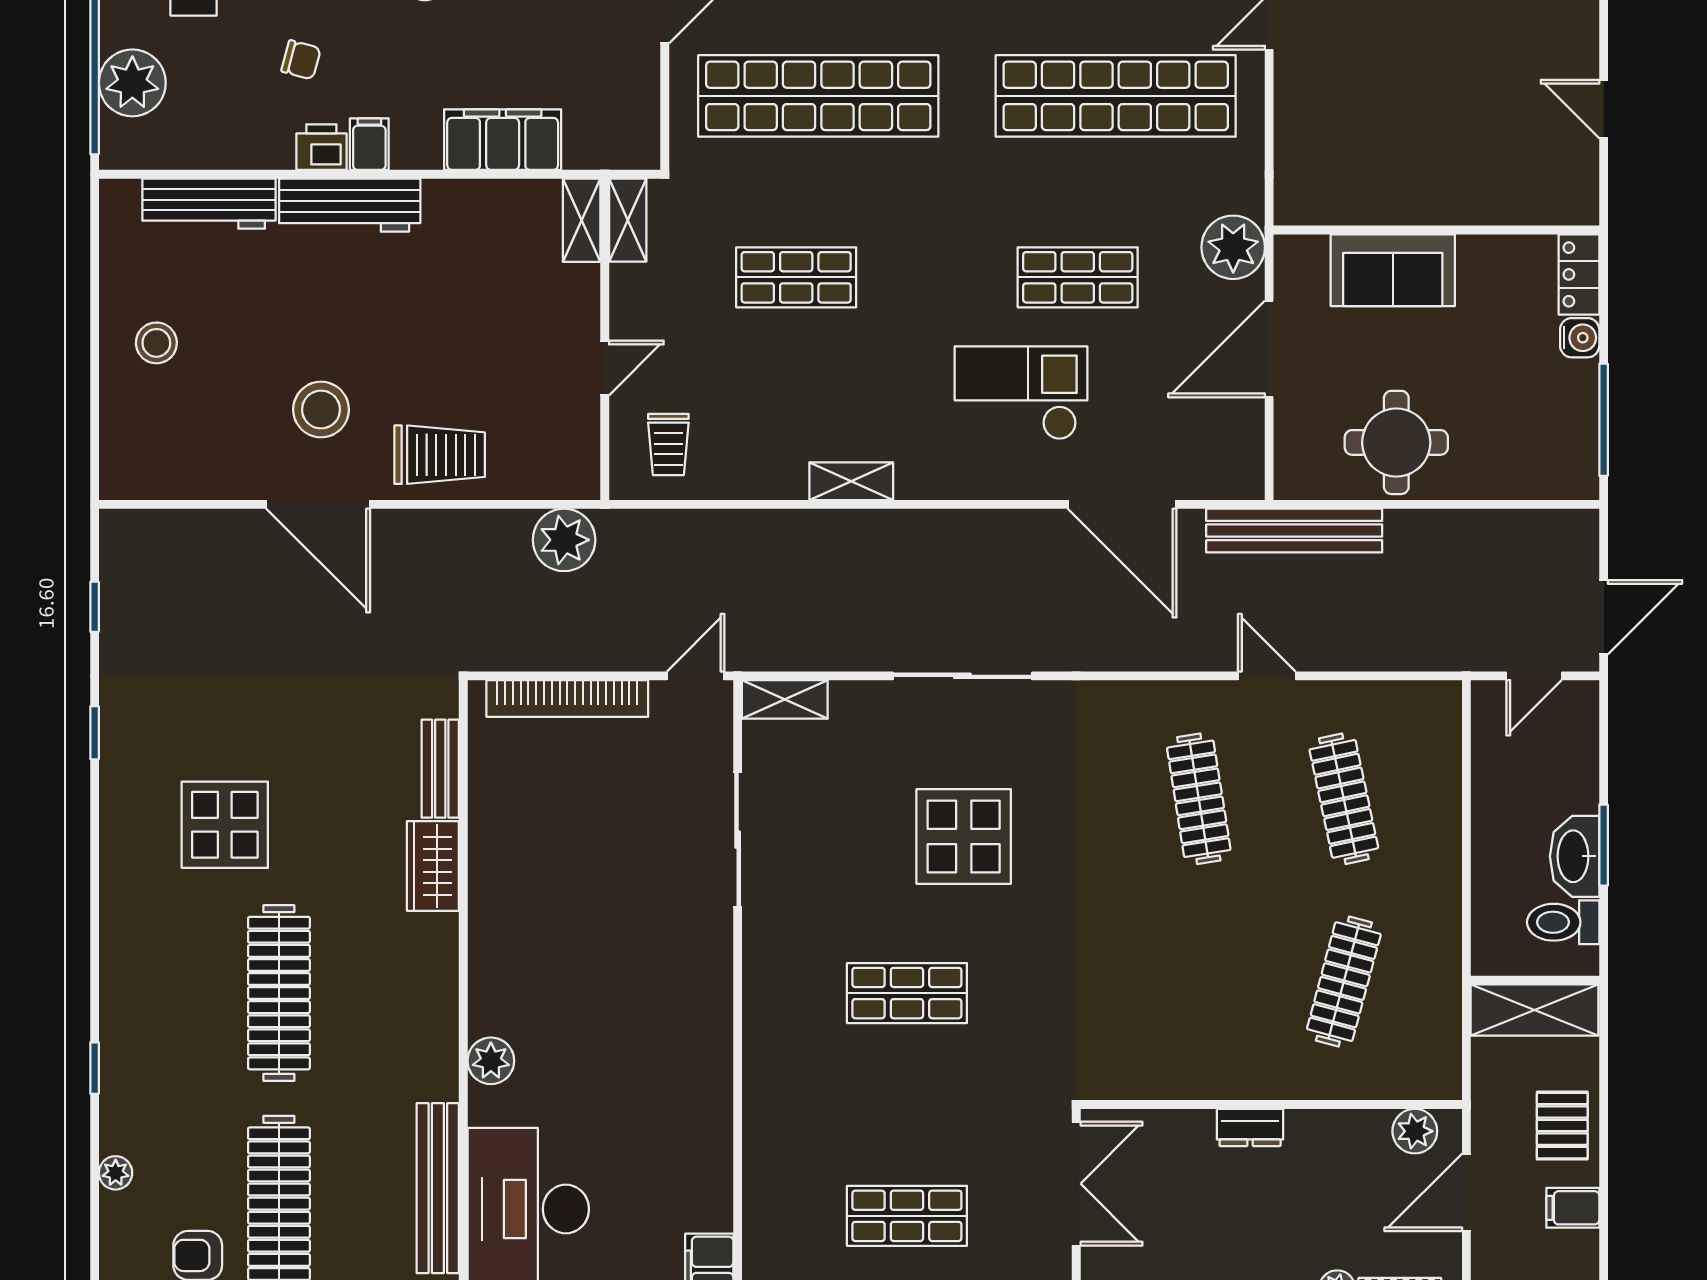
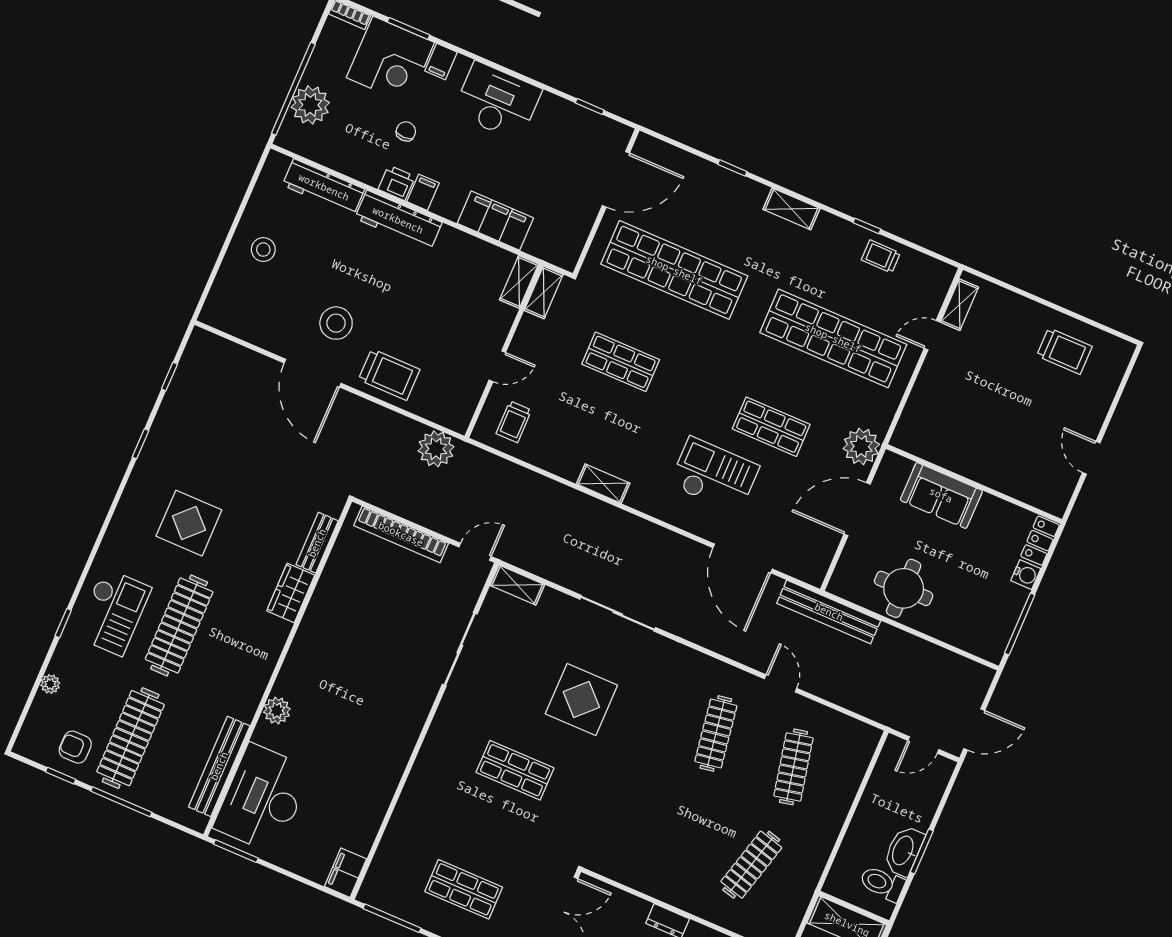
chair: (301, 60) -> (406, 131), turned -105
checkout: (165, 1016) -> (113, 612), added

